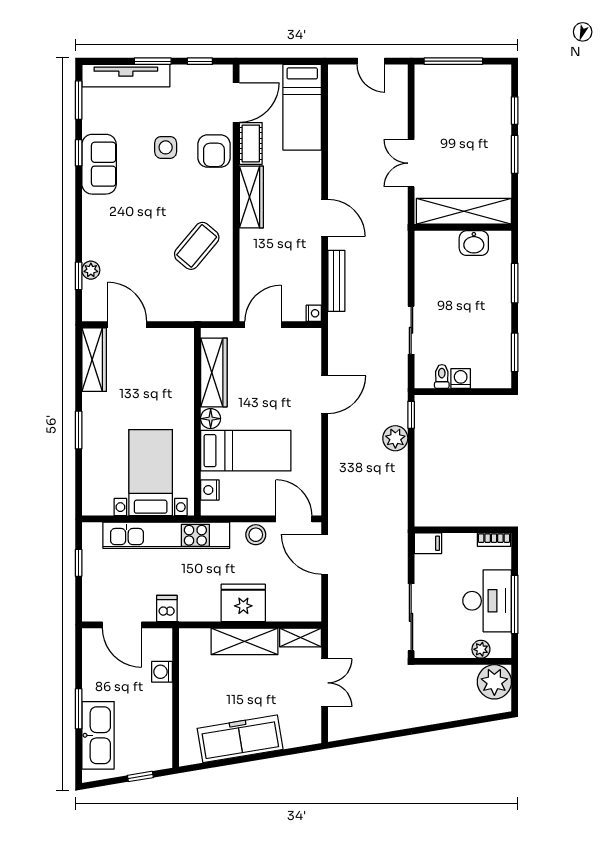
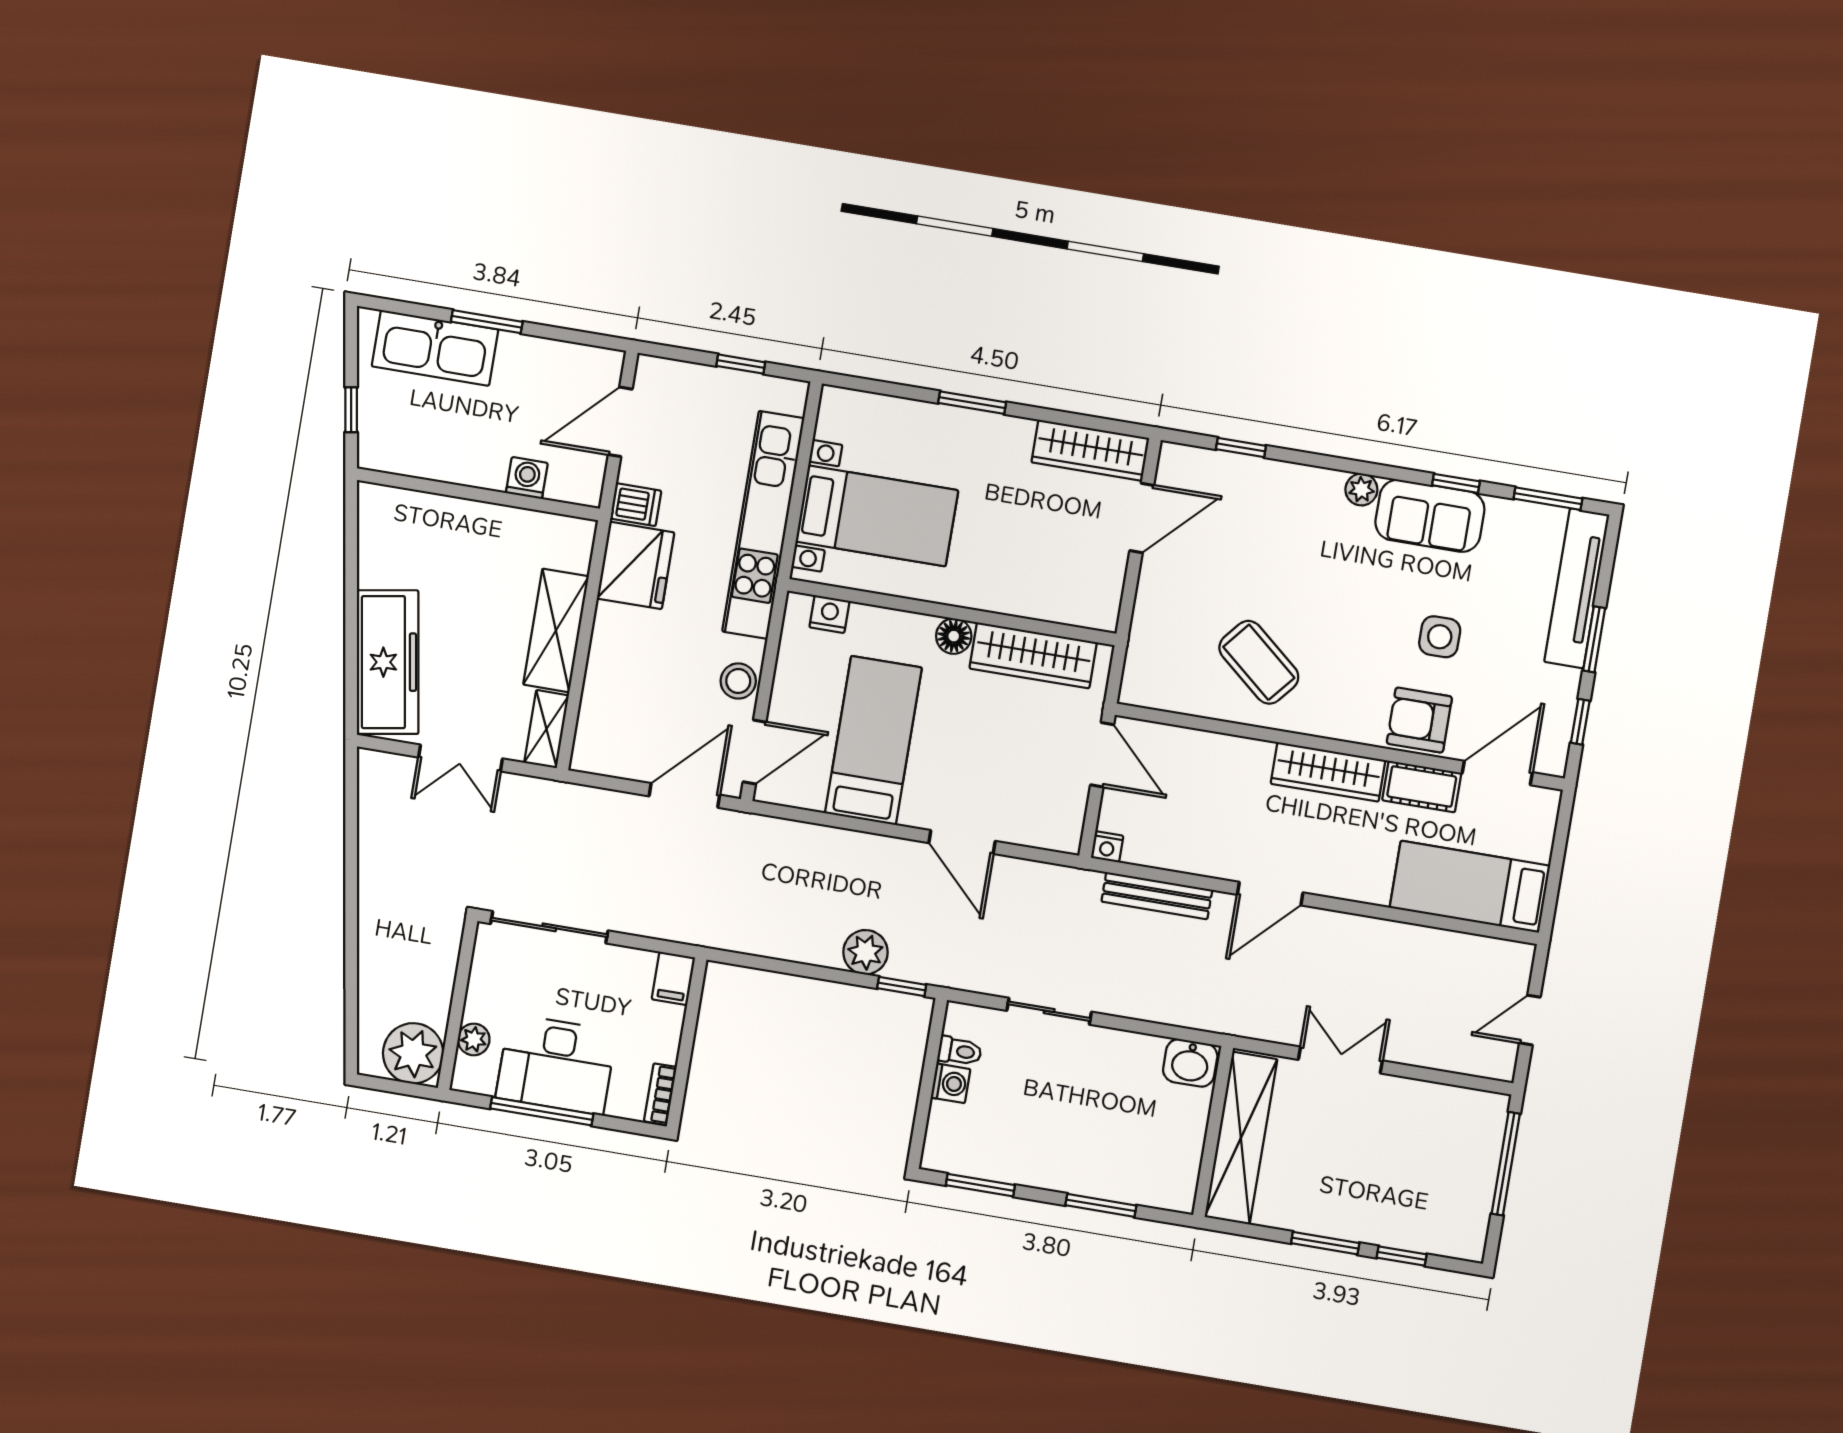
door: (236, 103) -> (1497, 773), swing flipped
washbasin: (474, 243) -> (1190, 1063), moved, turned -90
plant: (91, 270) -> (1361, 489), moved
bed: (246, 451) -> (873, 740), moved, turned 180
fridge: (243, 603) -> (636, 565), moved
freezer: (240, 739) -> (388, 662), moved

